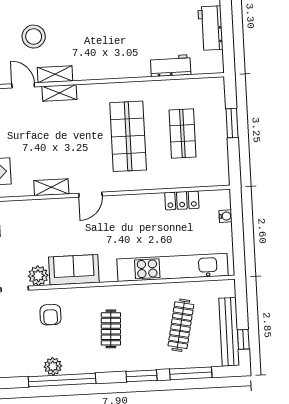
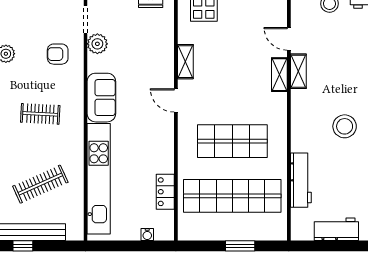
stool: (34, 37) -> (345, 126), moved
workbench: (171, 66) -> (301, 180), width x1.38
door: (23, 85) -> (289, 39), swing flipped
shop shelf: (182, 133) -> (232, 196), width x2.00, depth x1.36
sofa: (74, 270) -> (101, 98), moved
clothes rail: (181, 325) -> (40, 184), turned -36

